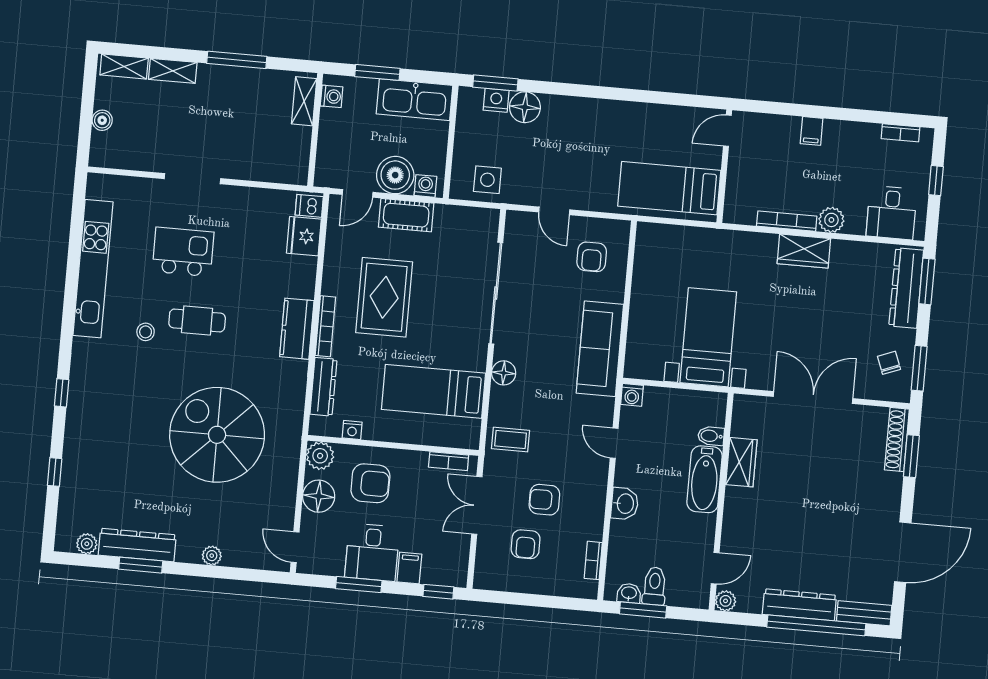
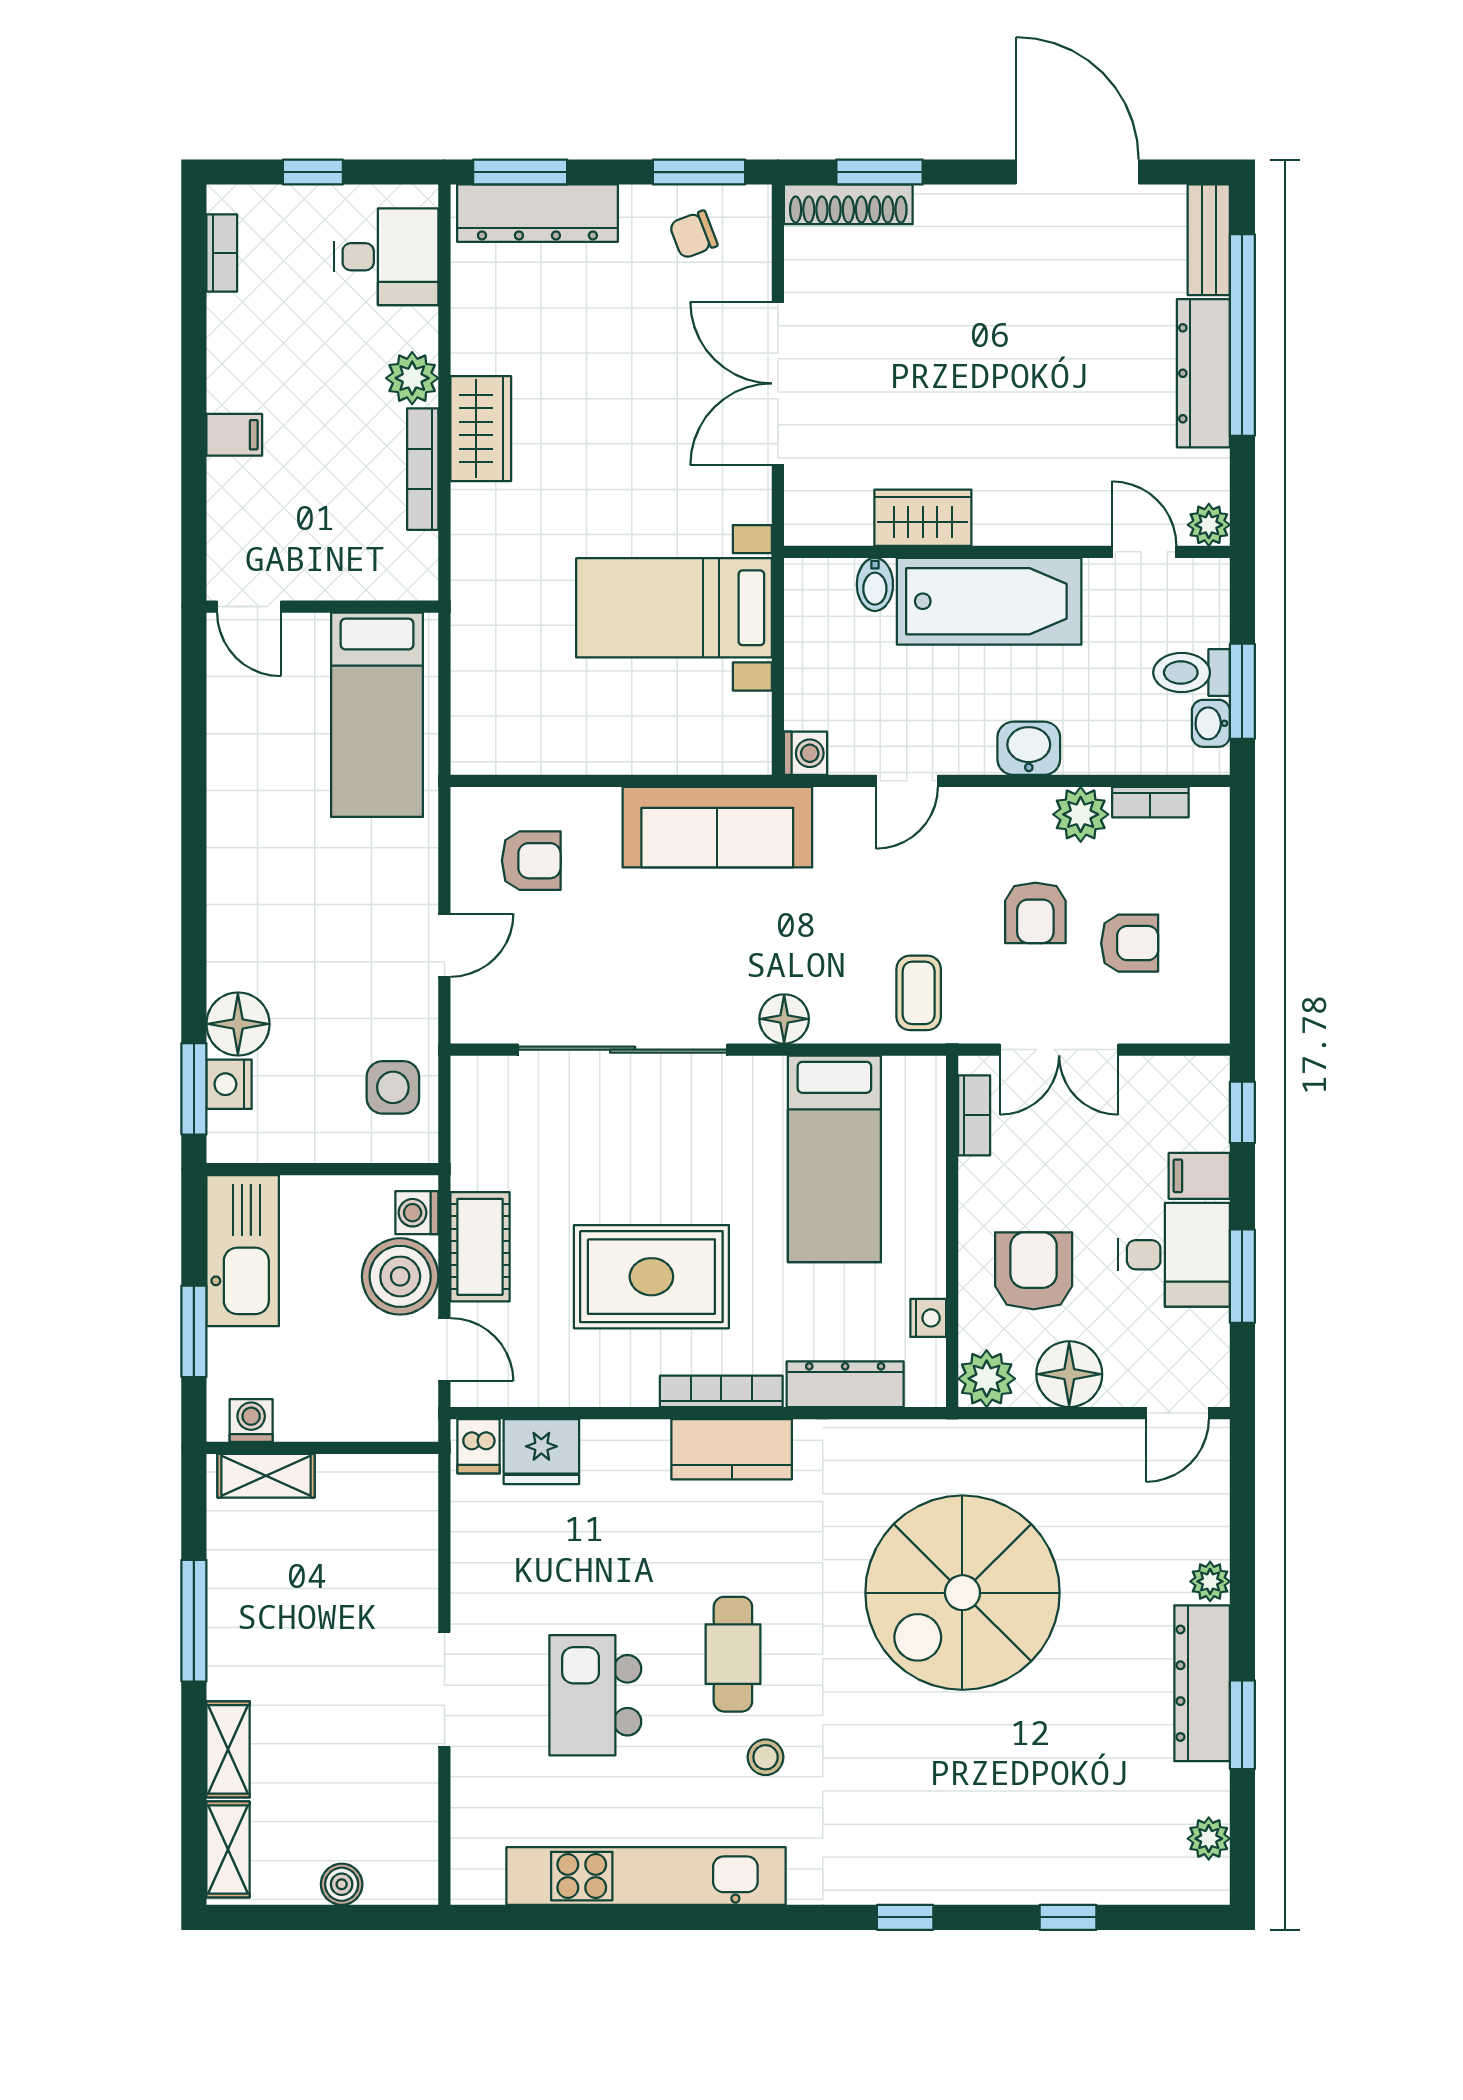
bathtub: (705, 479) -> (989, 601), width x1.36, depth x1.36
plant: (590, 526) -> (1081, 814), added
dresser: (137, 545) -> (1202, 1683), moved

